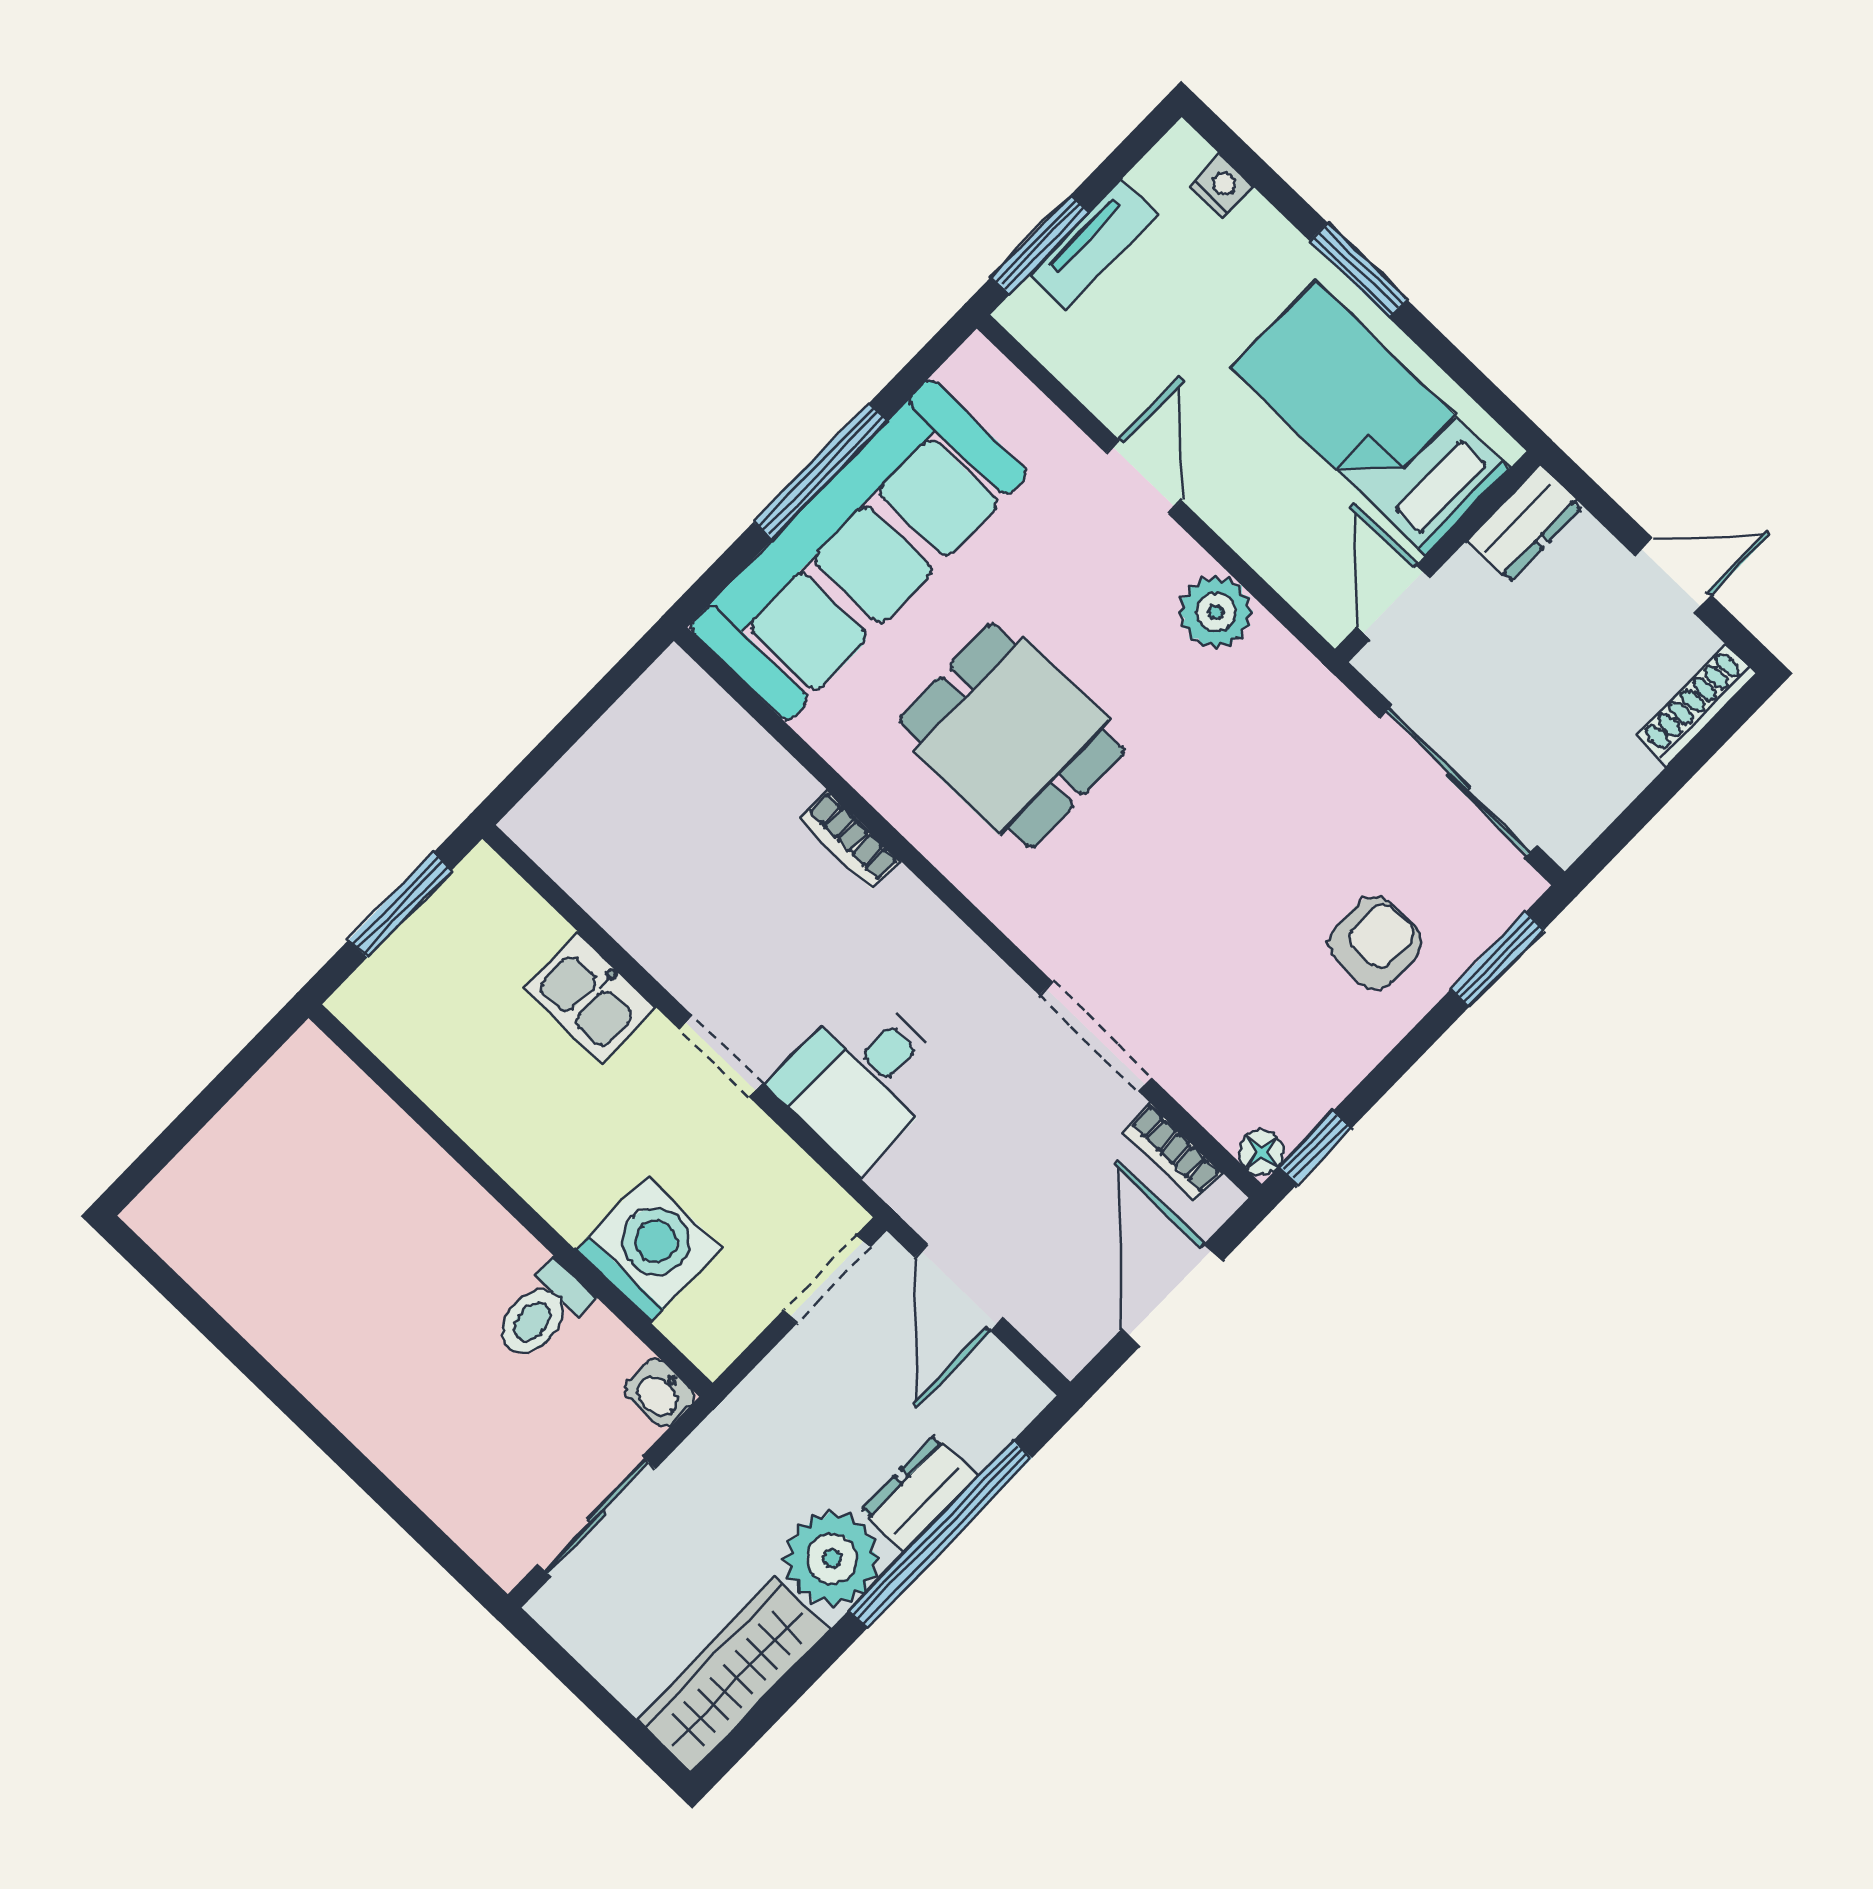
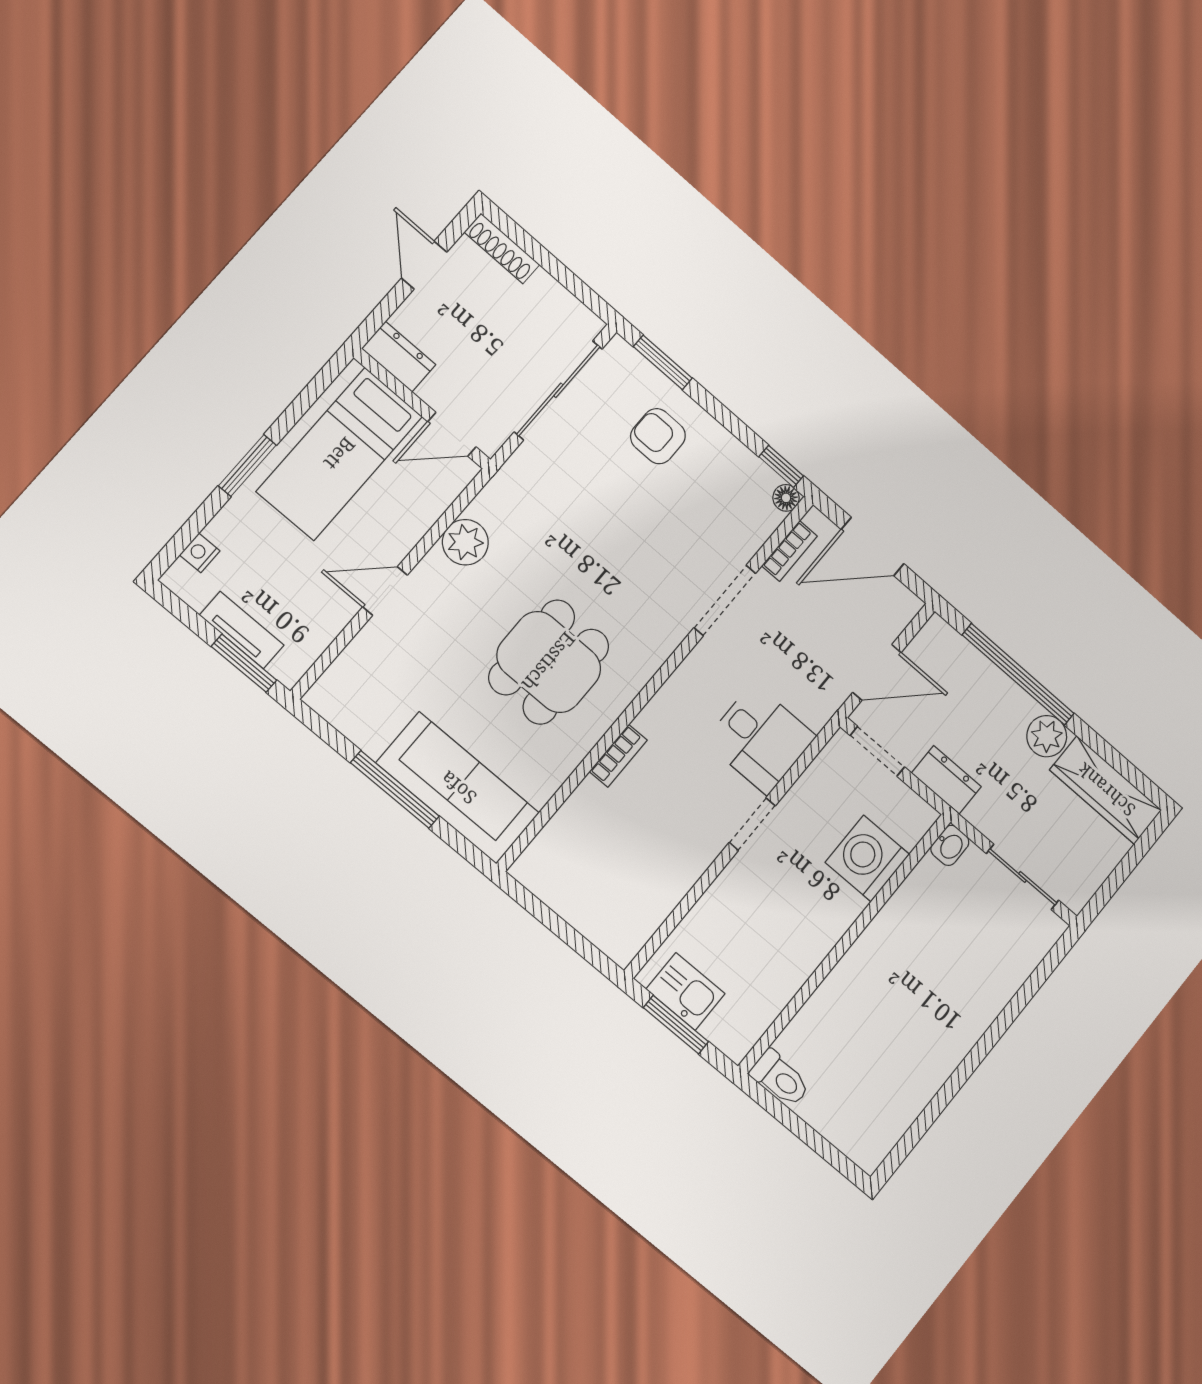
sofa: (859, 550) -> (458, 788), width x0.74, depth x0.79
kitchen sink: (590, 997) -> (686, 991), moved, turned -90
toilet: (541, 1312) -> (780, 1078), moved
dresser: (919, 1494) -> (946, 780), moved, turned 180
plant: (832, 1559) -> (1047, 736), width x0.73, depth x0.73

